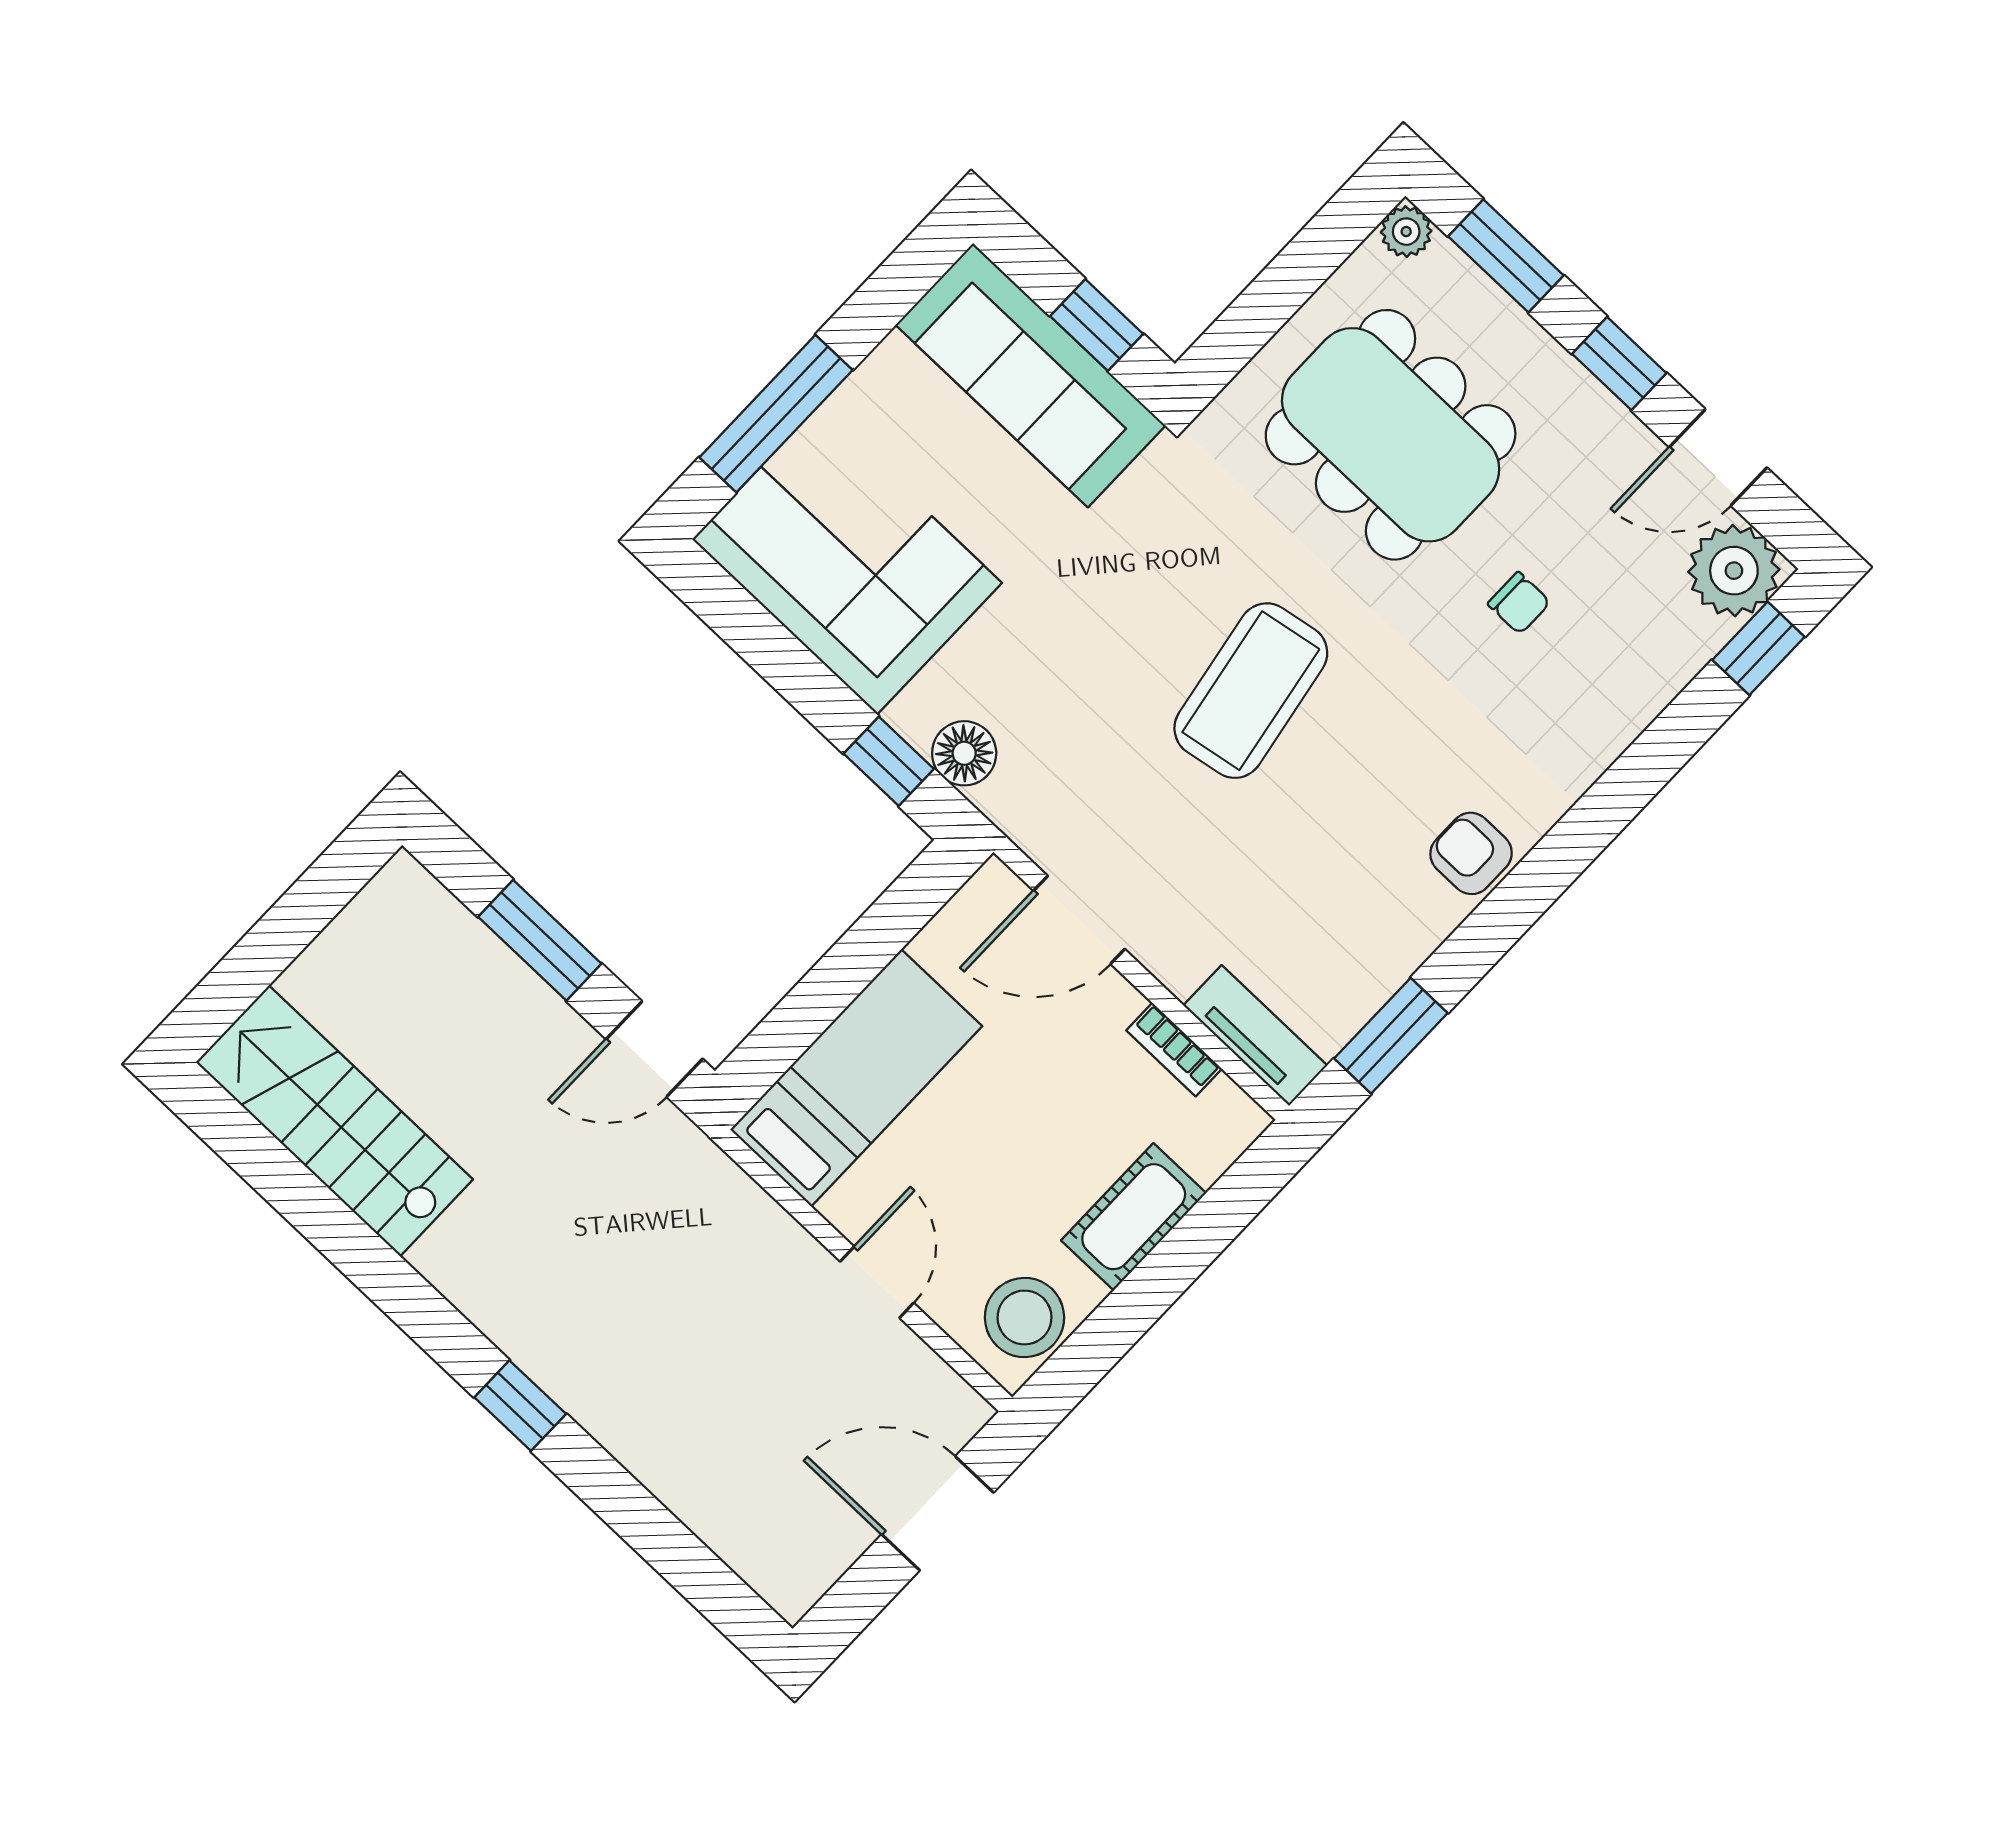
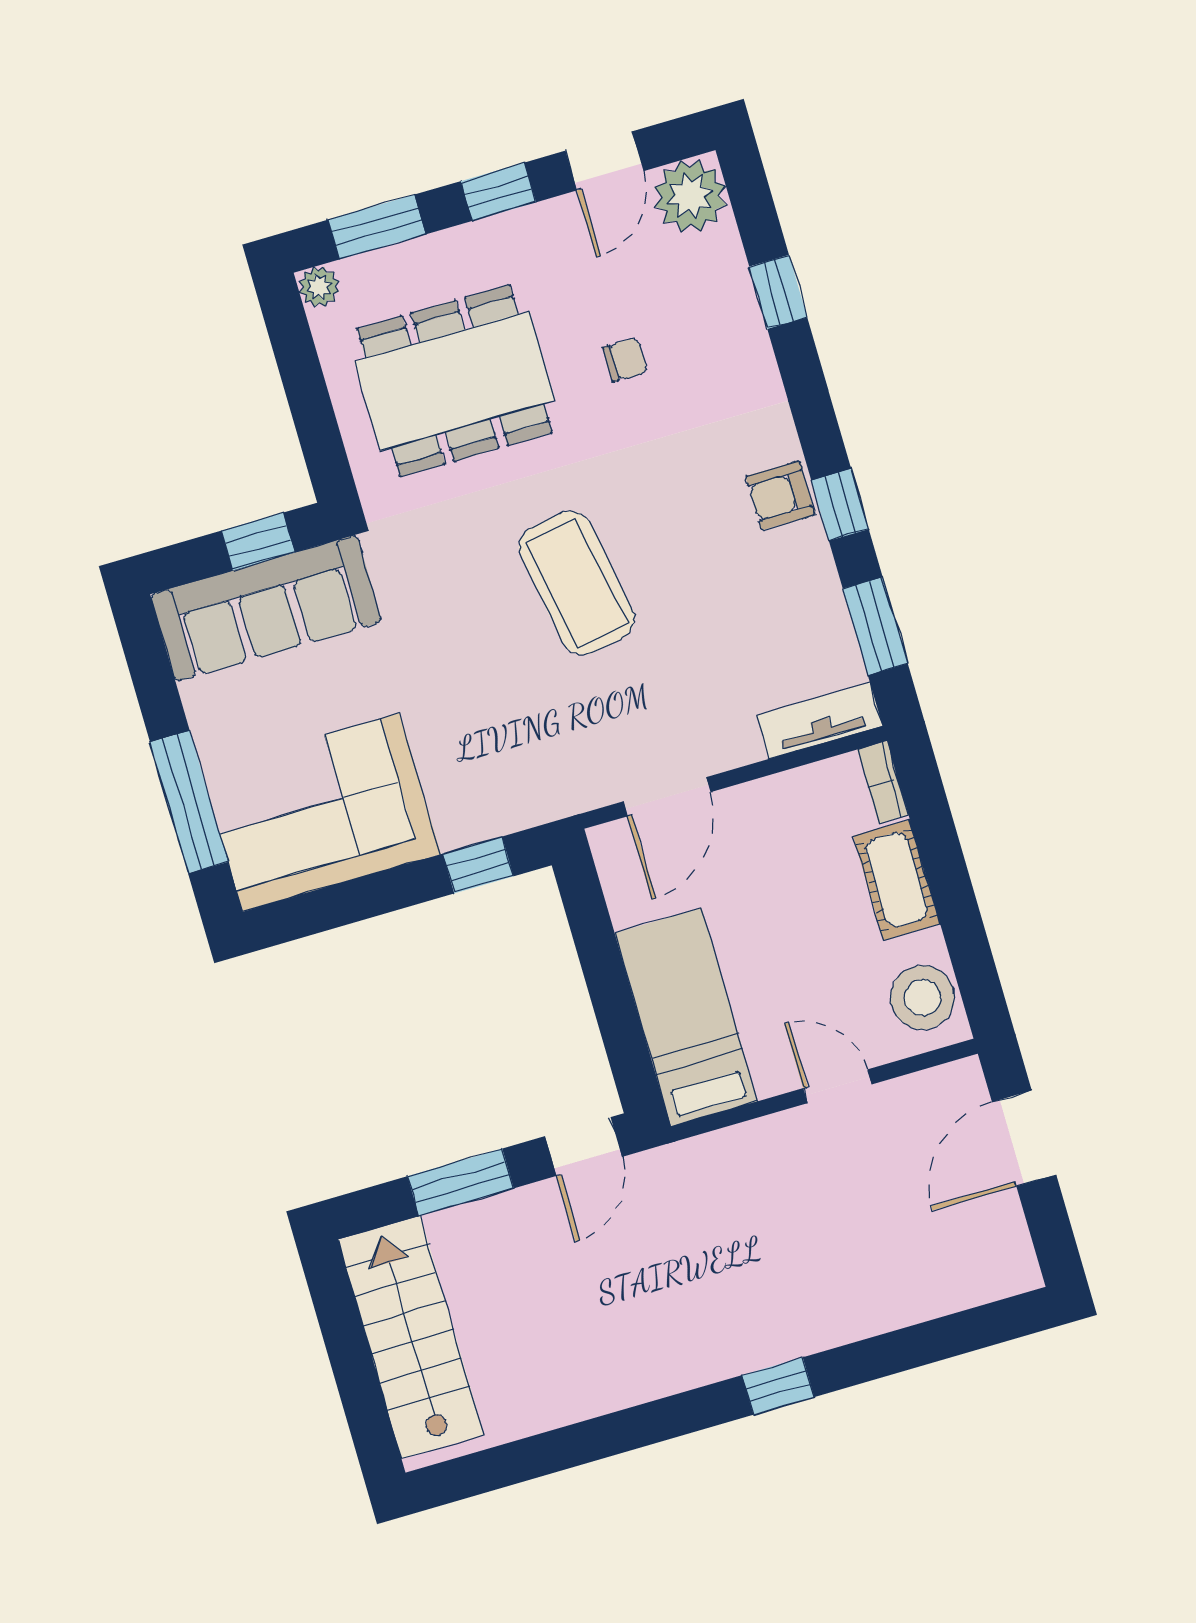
window: (1759, 648) -> (778, 292), moved
floor lamp: (964, 753) -> (503, 809), removed
window: (1498, 923) -> (840, 505), added
bookcase: (1174, 1050) -> (883, 782), moved, turned 90
stairs: (334, 1121) -> (411, 1337), moved, turned 90

